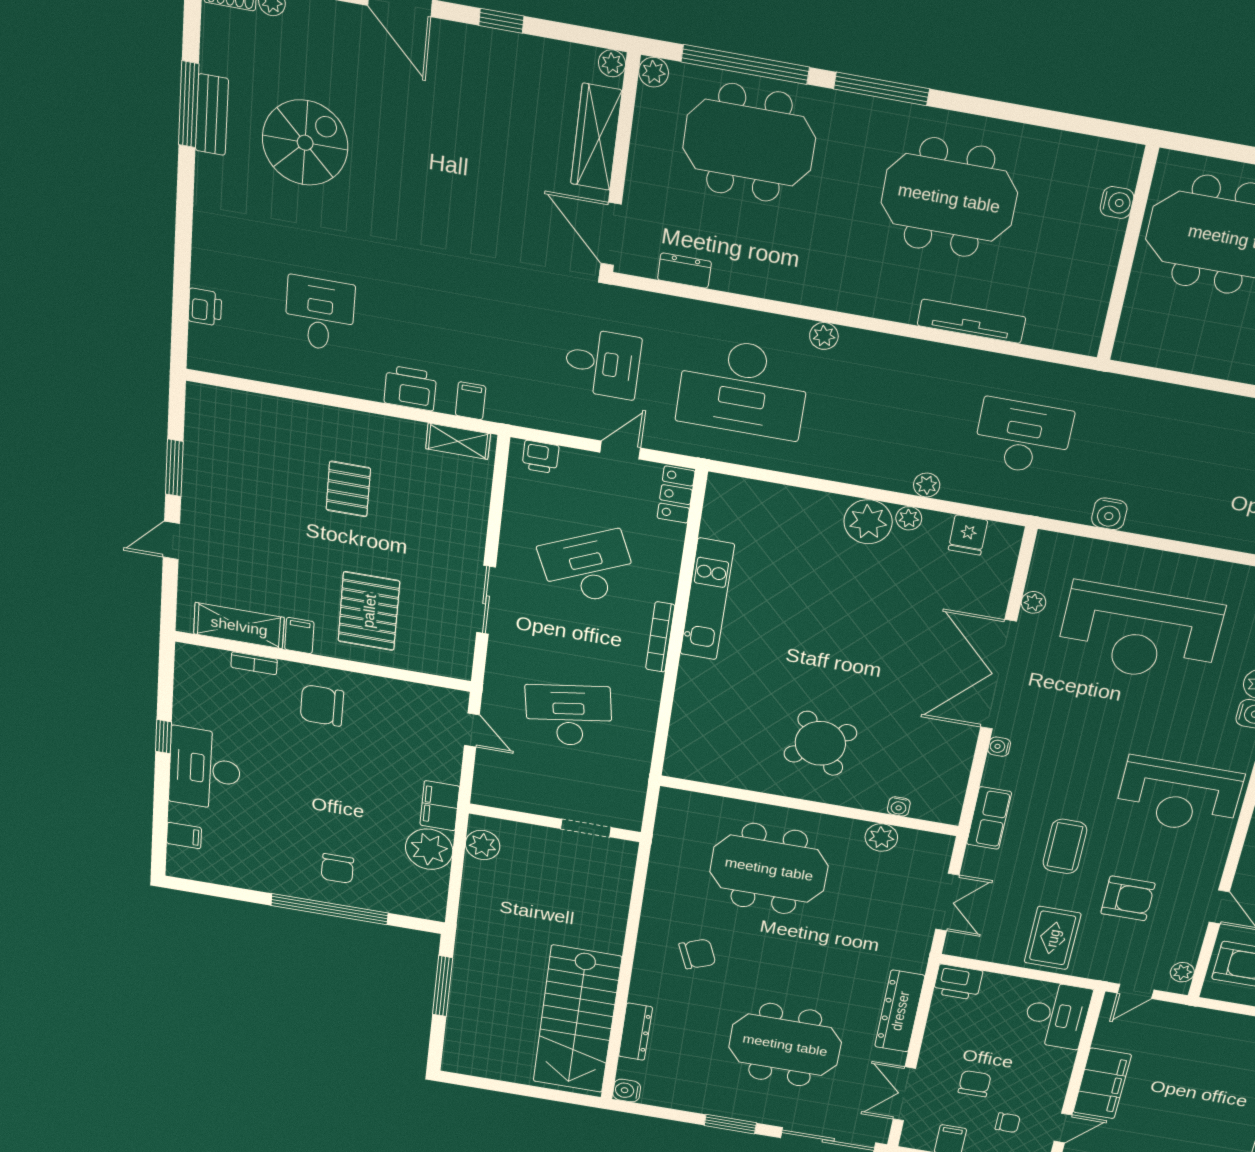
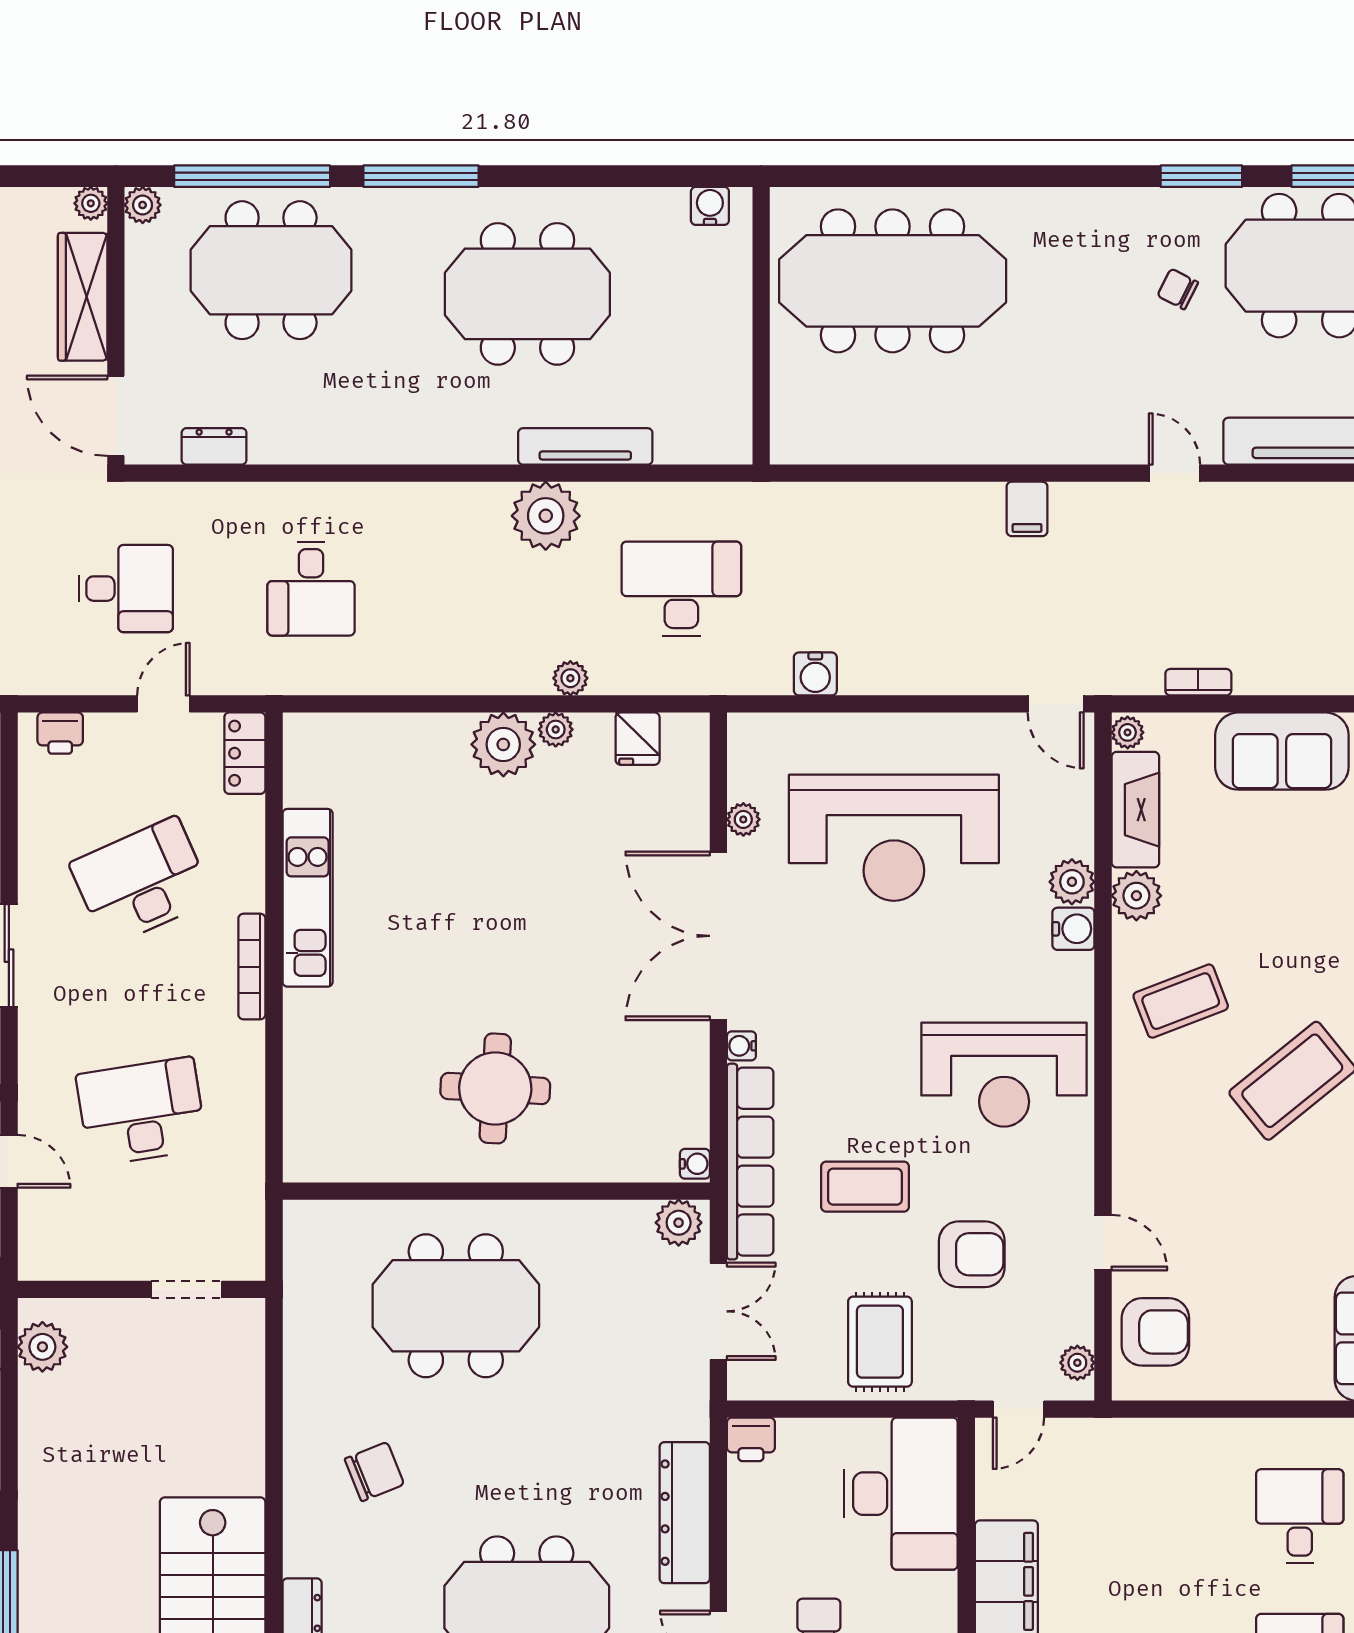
water cooler: (1117, 202) -> (710, 206), moved, turned -90
plant: (824, 336) -> (546, 516), moved, width x1.88, depth x1.88
desk: (743, 388) -> (311, 589), width x0.53, depth x0.77
round table: (820, 743) -> (495, 1088), turned 38
water cooler: (899, 806) -> (695, 1164), moved, turned -90
row of seats: (989, 818) -> (750, 1162), width x2.02
plant: (881, 837) -> (679, 1223), moved
coffee table: (1065, 846) -> (865, 1187), turned 90
printer: (958, 982) -> (751, 1439), width x0.73, depth x0.81
desk: (1057, 1015) -> (901, 1494), width x1.36, depth x1.30

